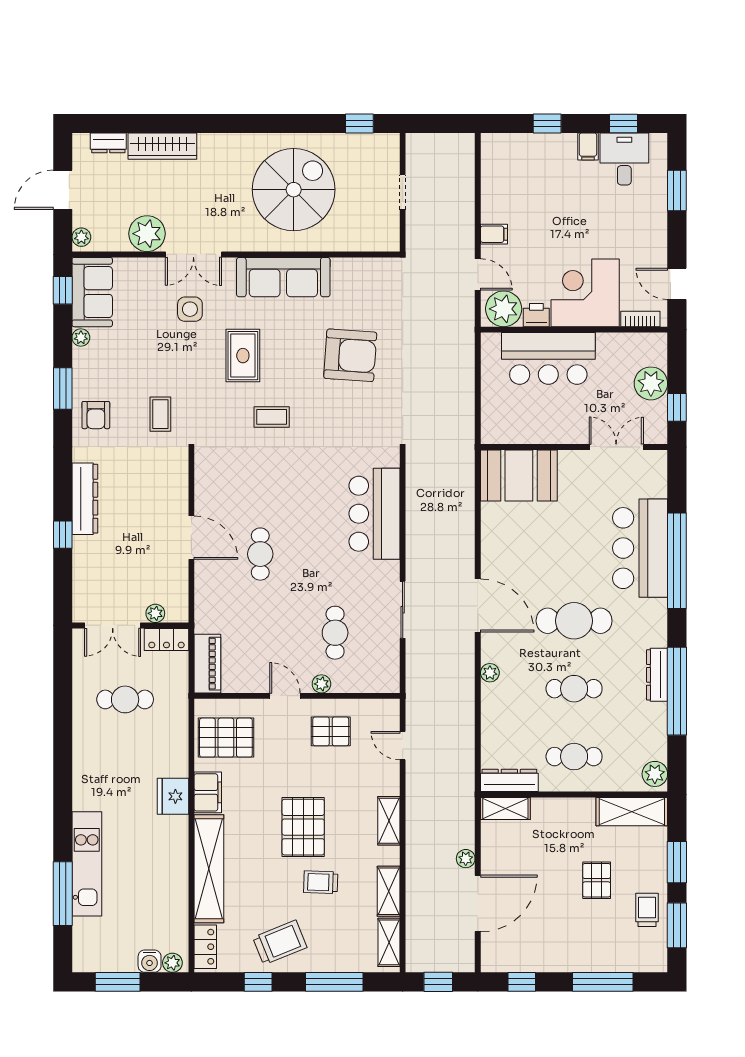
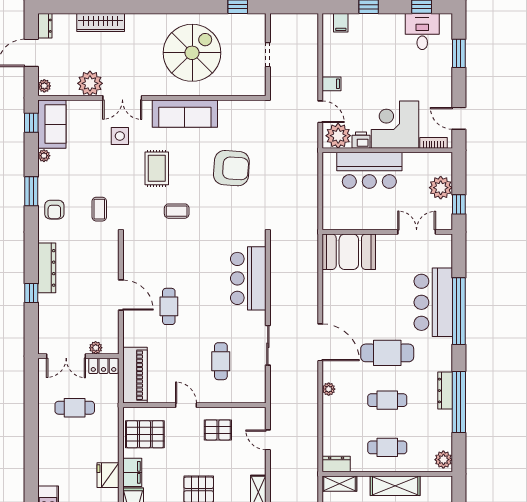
dresser: (108, 143) -> (45, 26), moved, turned -90
filing cabinet: (588, 146) -> (341, 23), moved
piano: (207, 664) -> (135, 375), width x1.37, depth x1.33
plant: (321, 684) -> (211, 397), removed
dresser: (509, 780) -> (336, 464), width x0.70
shelving: (632, 812) -> (395, 486), moved

